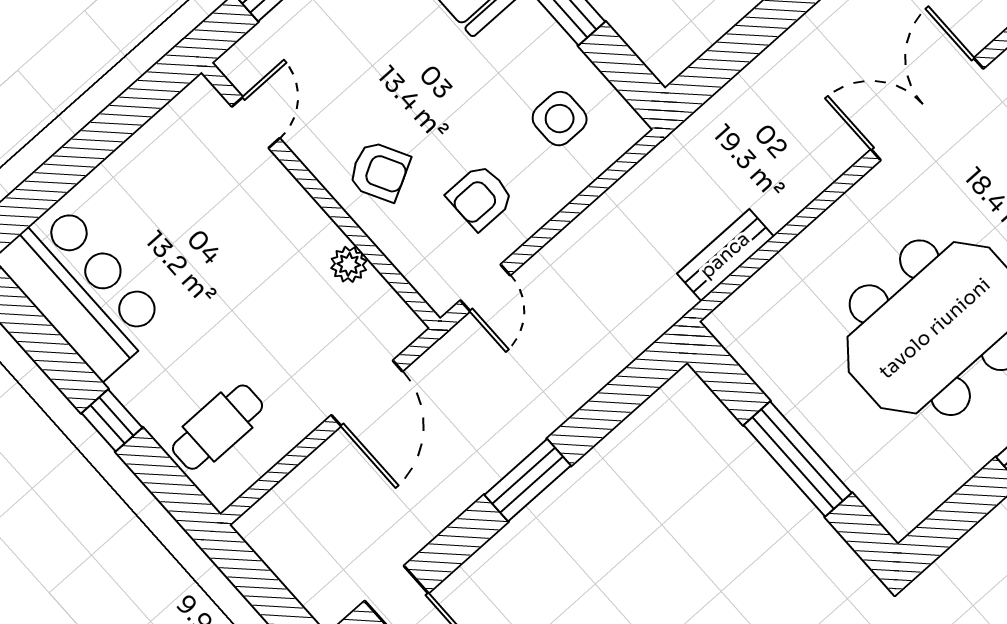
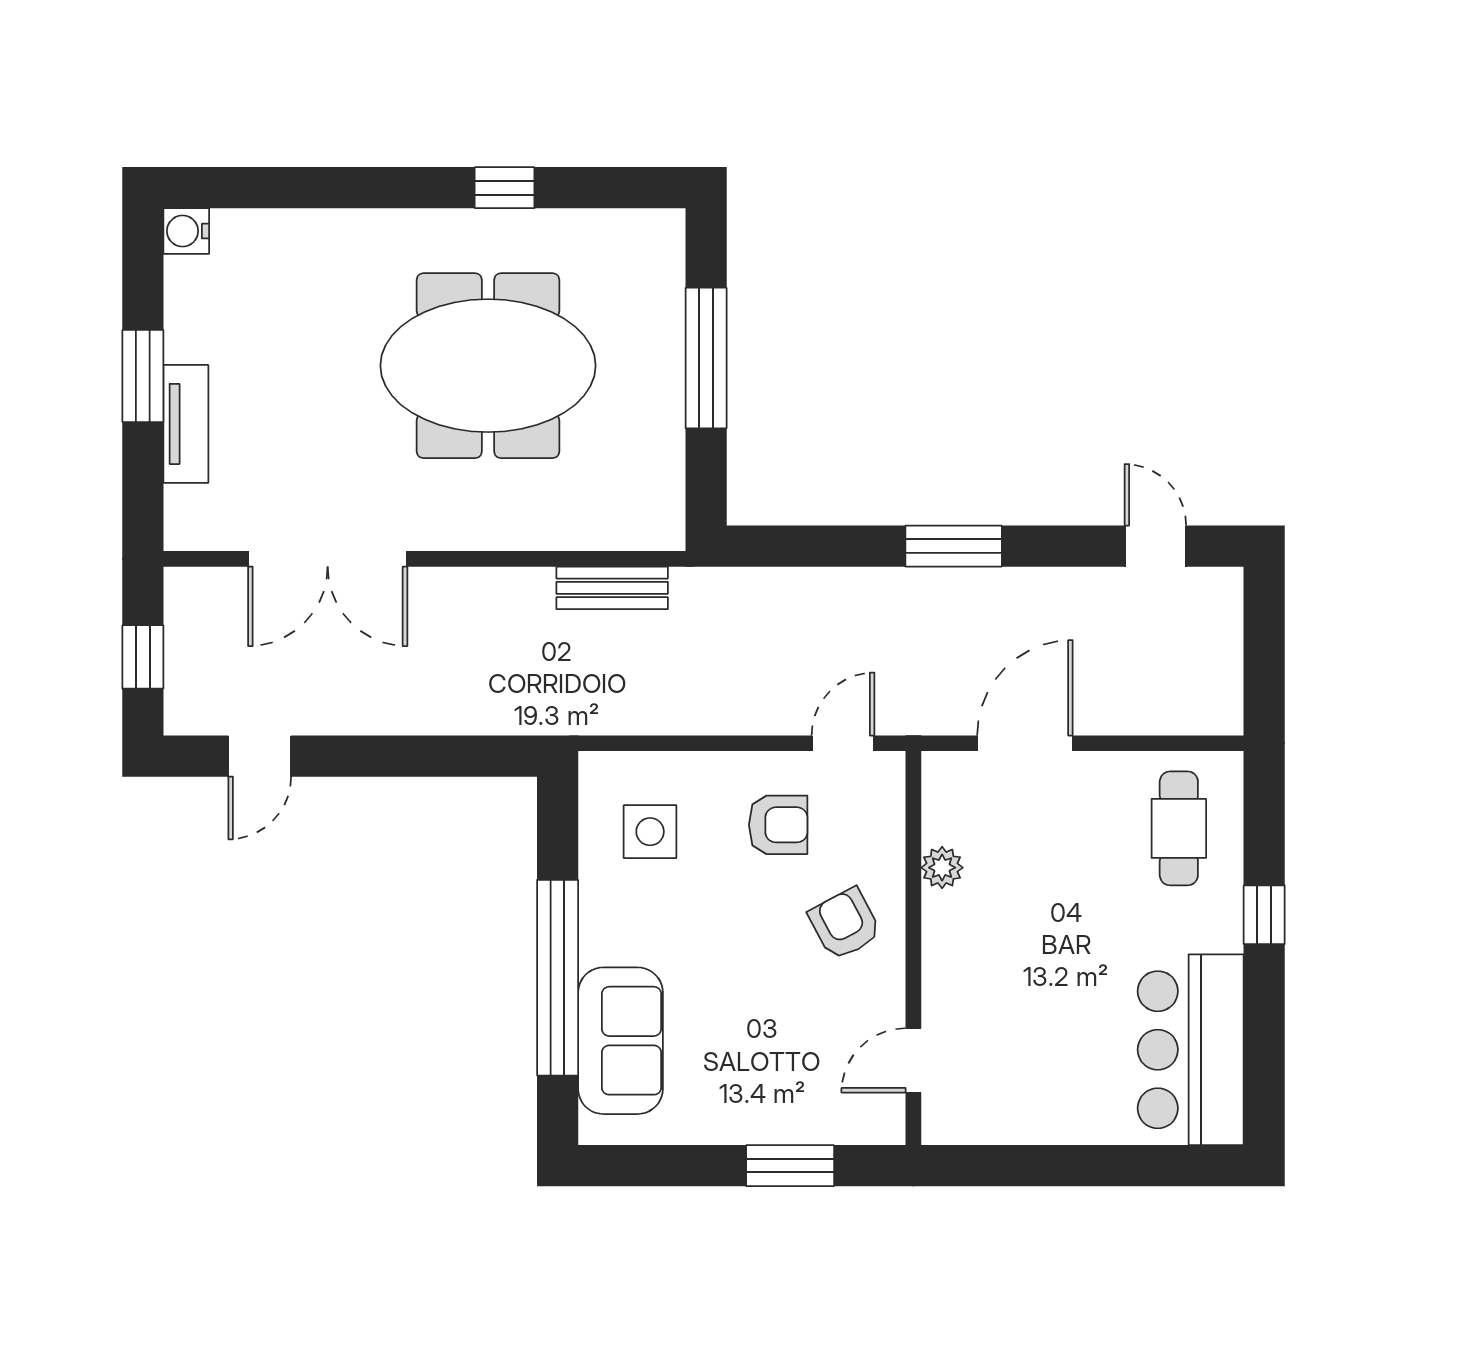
cafe table: (218, 427) -> (1179, 828), turned 90

